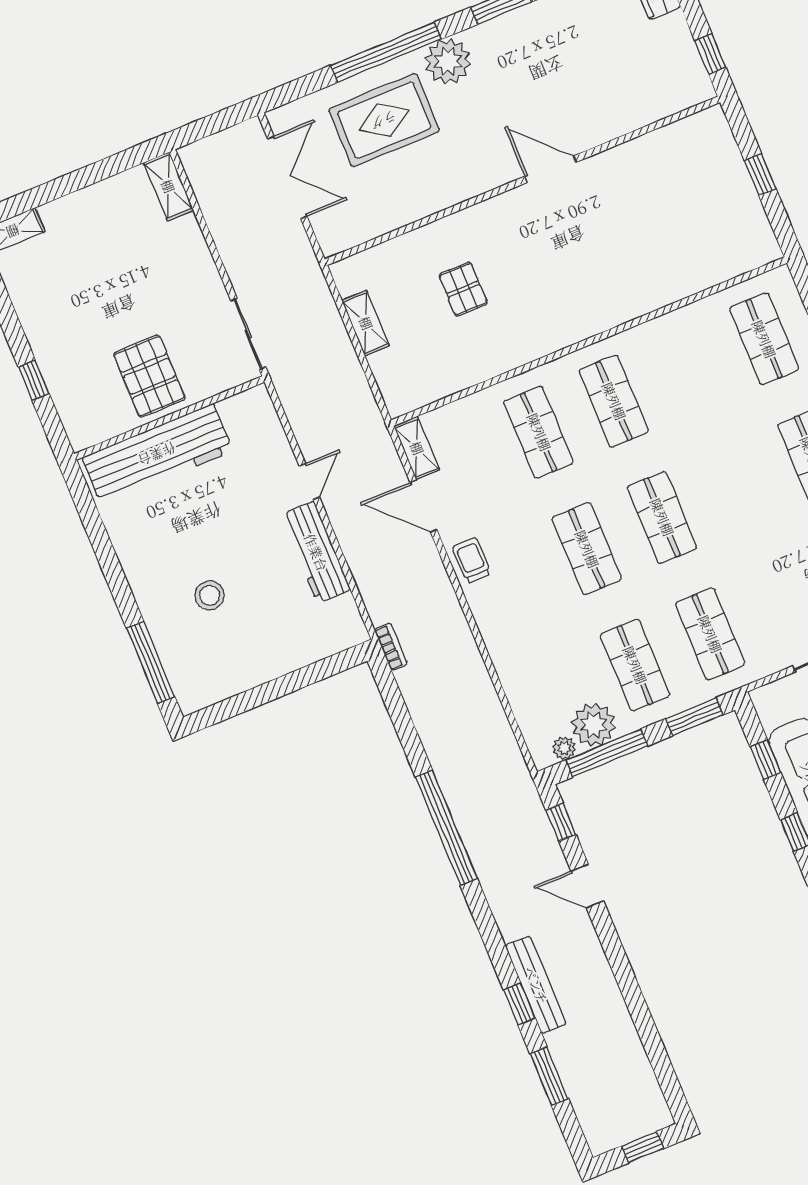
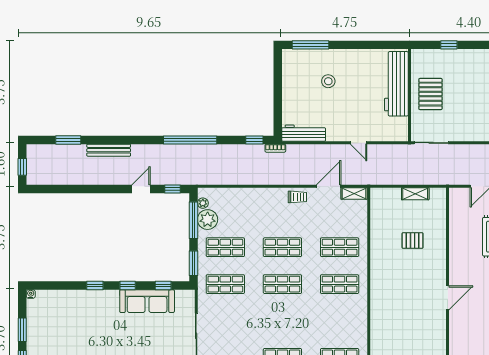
pallet: (149, 376) -> (430, 94), turned 90
workbench: (316, 552) -> (304, 133), moved
window: (519, 1004) -> (254, 140), moved

